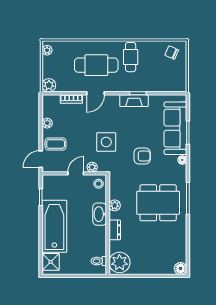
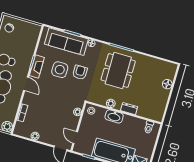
door: (95, 93) -> (26, 84), moved
side table: (106, 142) -> (60, 70), moved
coffee table: (56, 144) -> (52, 134), removed
door: (76, 173) -> (75, 138), moved
plant: (119, 262) -> (154, 112), removed
floor lamp: (181, 268) -> (167, 84), moved

